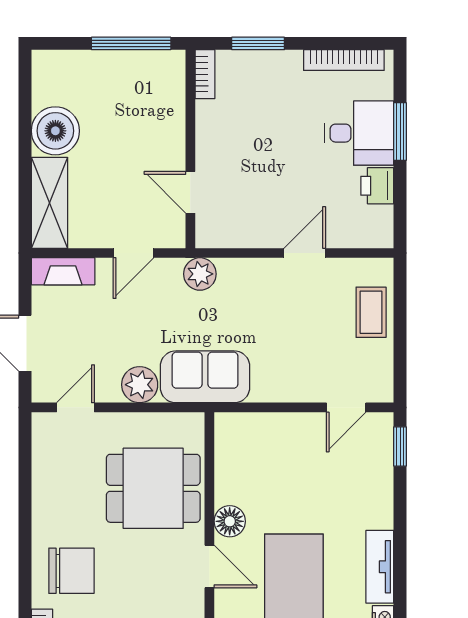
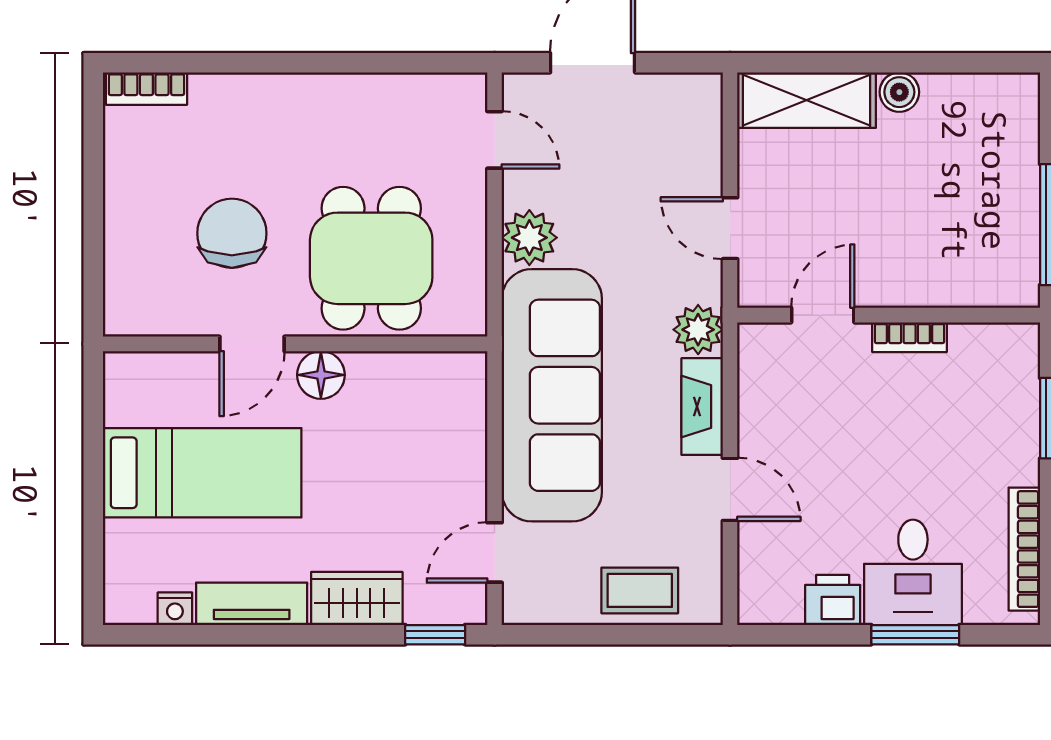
bookcase: (205, 74) -> (910, 337), moved
boiler: (55, 131) -> (899, 92), width x0.54, depth x0.54
fireplace: (63, 271) -> (702, 407), moved
sofa: (205, 377) -> (552, 395), width x1.85, depth x1.27
door: (346, 407) -> (495, 552), hinge flipped
wardrobe: (376, 498) -> (357, 599), added
chair: (71, 571) -> (232, 233), moved, turned 180

